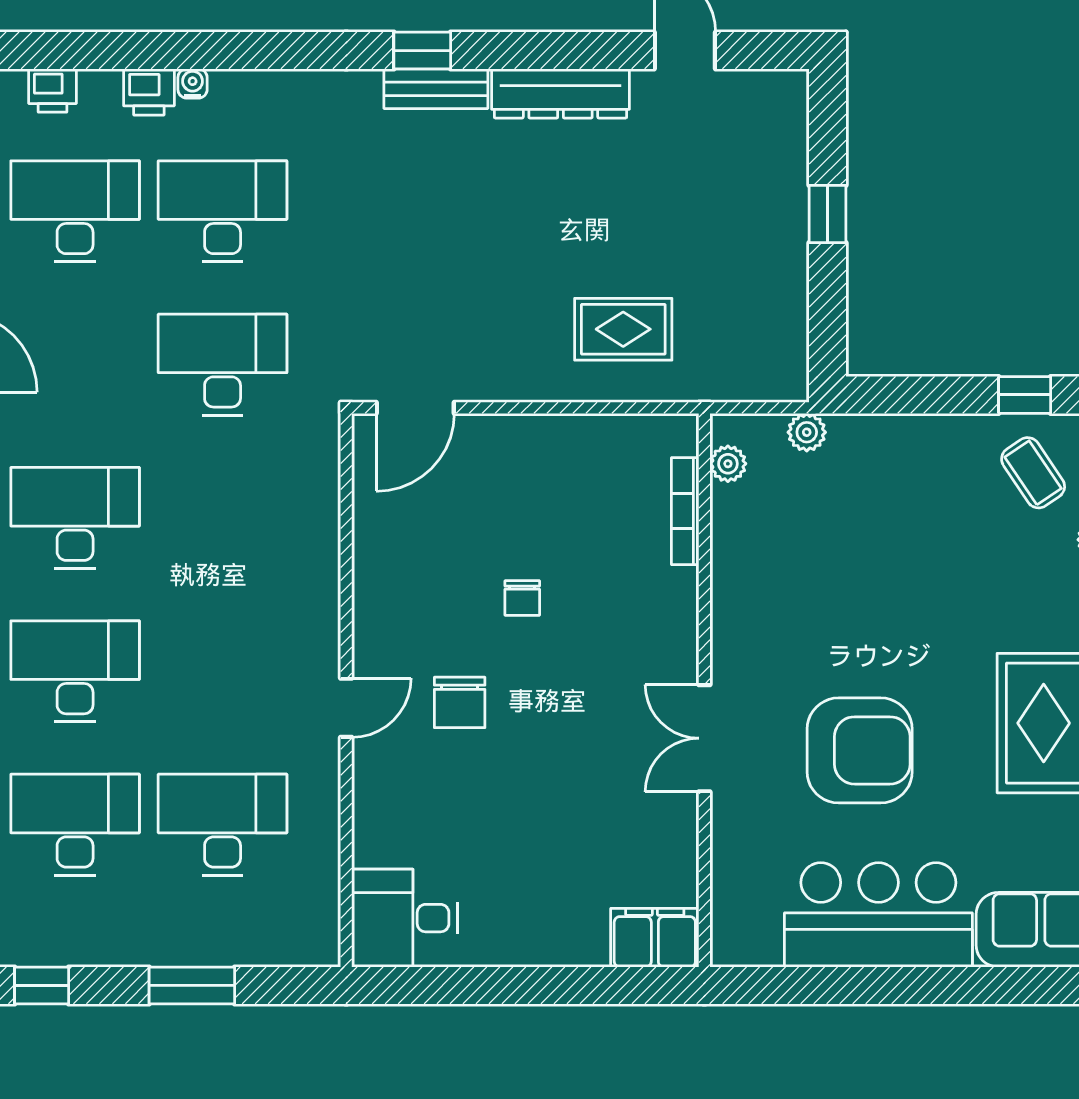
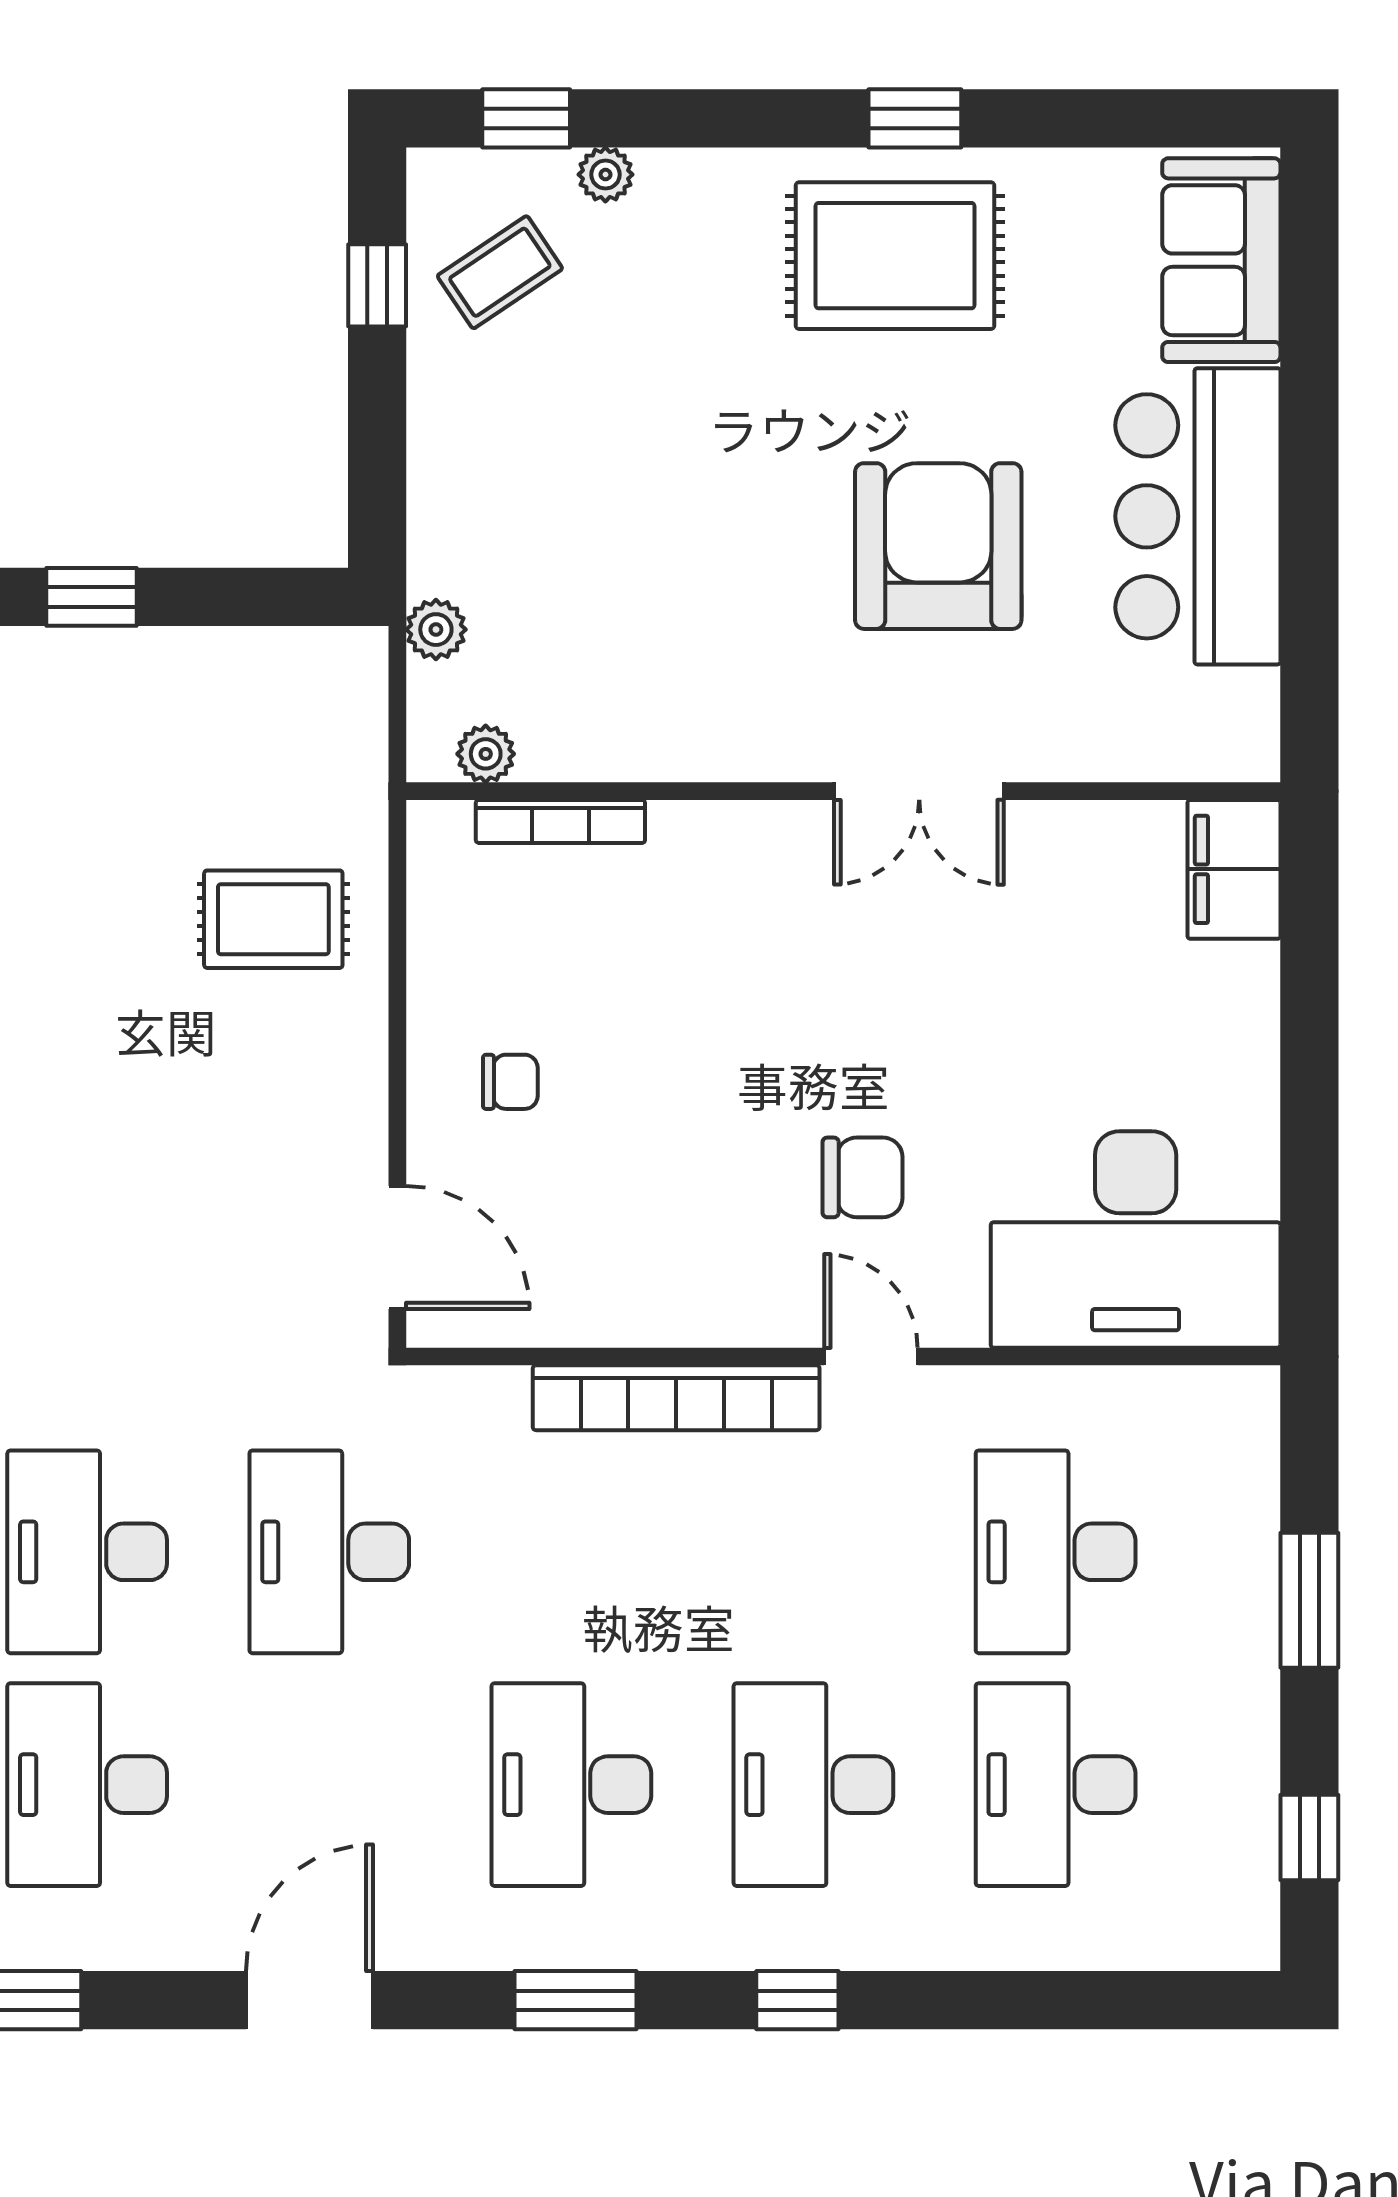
rug: (623, 329) -> (273, 919), turned 90
bookcase: (320, 584) -> (676, 1398), added
chair: (522, 598) -> (510, 1082), moved
desk: (405, 918) -> (1136, 1239), width x1.87, depth x1.30

